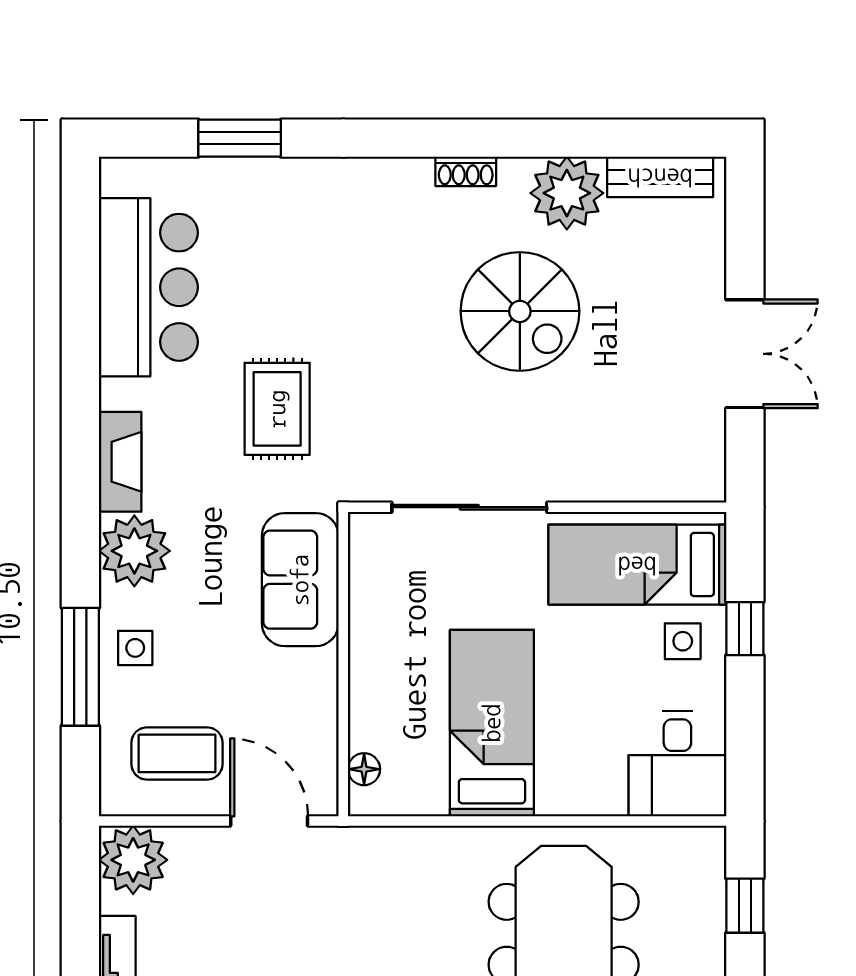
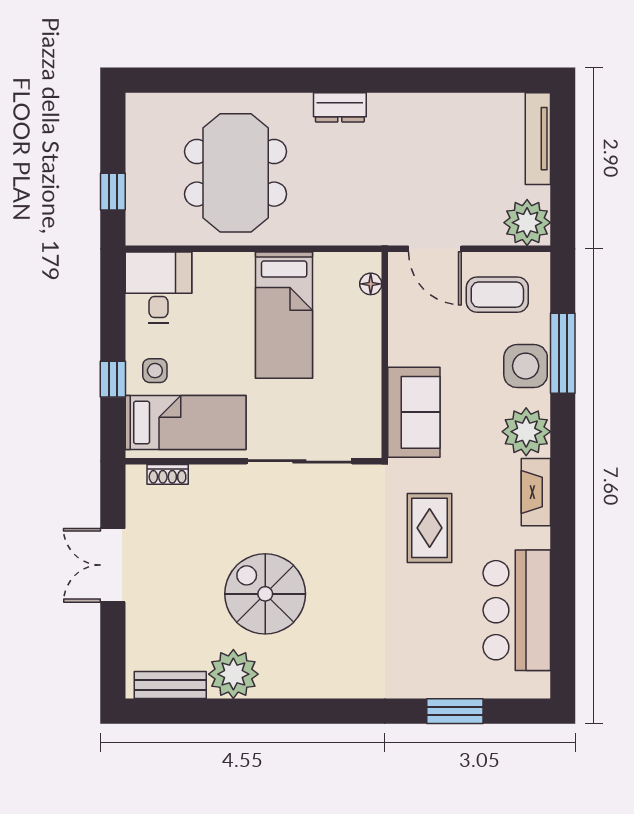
shoe rack: (466, 171) -> (168, 474), moved, turned 180
side table: (135, 648) -> (526, 366), width x1.87, depth x1.87

